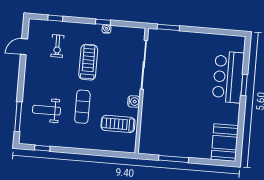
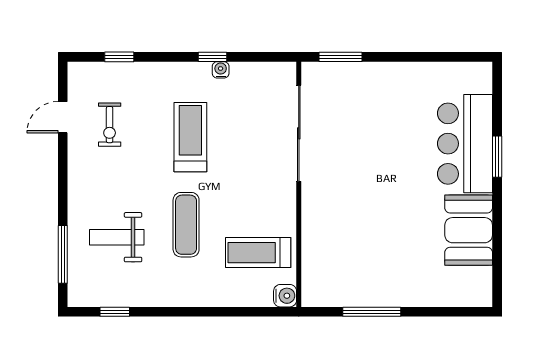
exercise bike: (57, 46) -> (110, 125), moved
water cooler: (134, 101) -> (285, 296), moved
booth: (225, 143) -> (469, 230), moved

